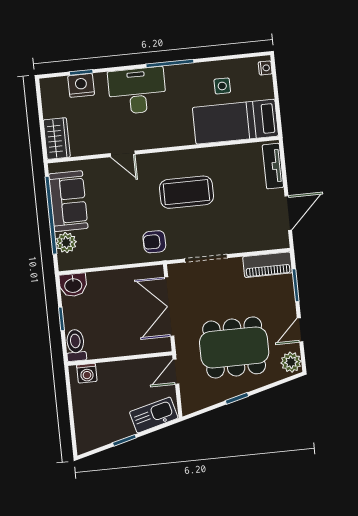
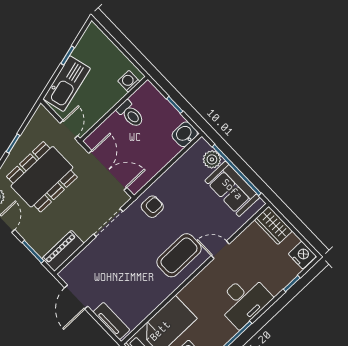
nightstand: (81, 85) -> (302, 255), moved, turned -90
coffee table: (186, 192) -> (179, 255), moved
toilet: (76, 345) -> (131, 114), moved
kitchen sink: (154, 415) -> (67, 84), width x1.36, depth x1.24

